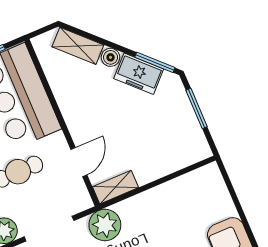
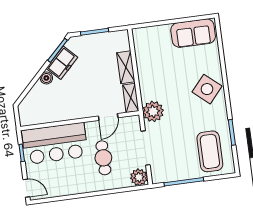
shelving: (78, 46) -> (126, 67), moved, turned -45
door: (79, 162) -> (108, 117), swing flipped

